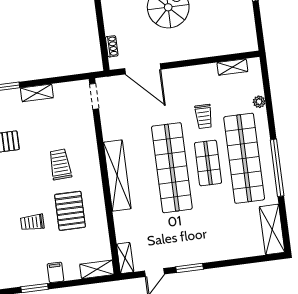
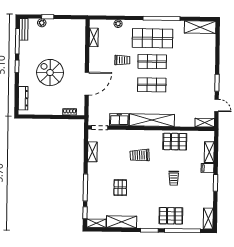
door: (143, 69) -> (87, 84), moved
shelving: (37, 93) -> (92, 152), moved
freezer: (111, 125) -> (119, 120), added
shop shelf: (244, 158) -> (152, 38), width x0.71
shop shelf: (172, 168) -> (152, 85), width x0.50, depth x0.74
pallet: (70, 211) -> (175, 142), moved
shelving: (97, 269) -> (209, 152), moved

